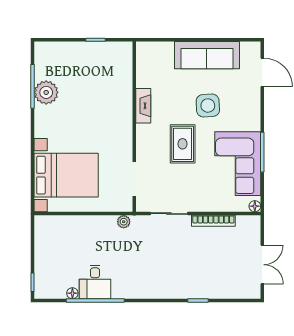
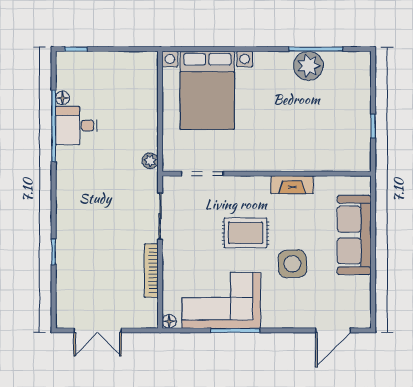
sofa: (207, 55) -> (354, 235), moved

